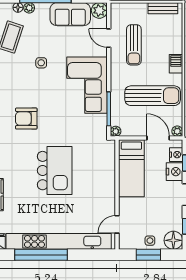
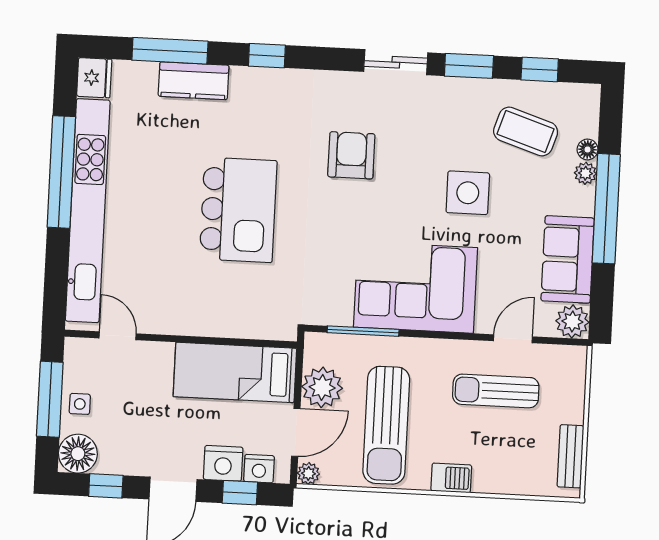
side table: (41, 63) -> (468, 193), width x1.87, depth x1.87
plant: (116, 131) -> (322, 387), moved, width x1.88, depth x1.88
kitchen island: (55, 171) -> (238, 210), turned -90
window: (148, 255) -> (50, 399), width x1.44

